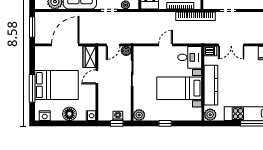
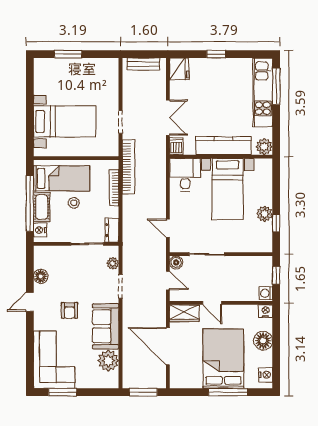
door: (166, 45) -> (168, 228), moved
plant: (139, 115) -> (265, 214), moved
washing machine: (118, 116) -> (266, 293), moved
window: (165, 123) -> (276, 223), moved

